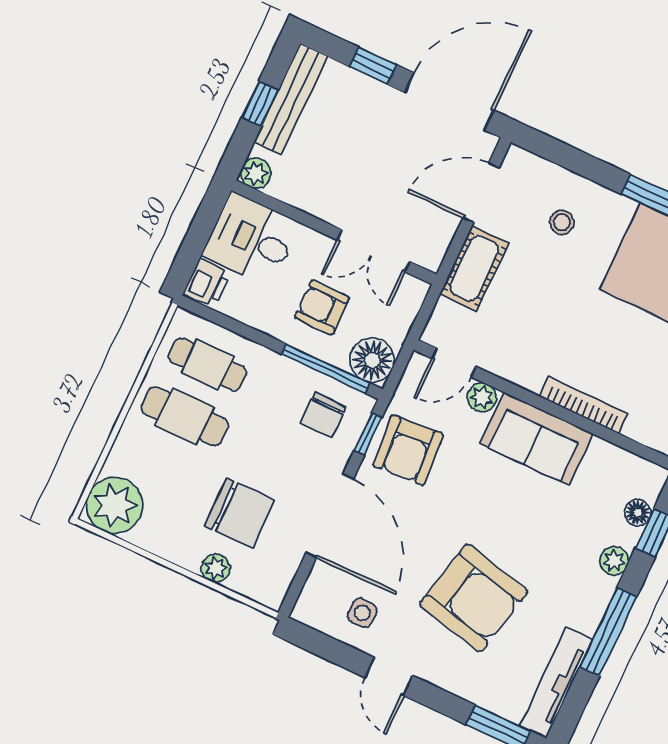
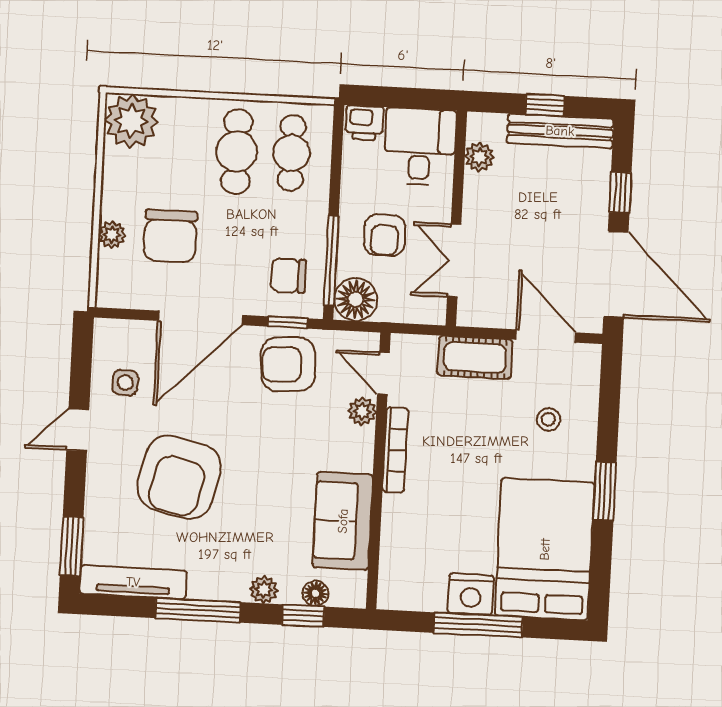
plant: (256, 173) -> (479, 157), moved
armchair: (322, 307) -> (385, 235), turned 180
bookcase: (583, 405) -> (395, 450), moved
sofa: (536, 439) -> (343, 521), moved

